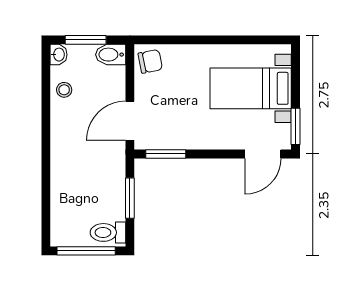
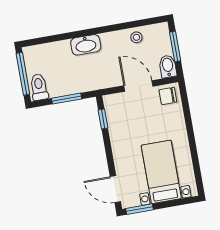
washbasin: (59, 55) -> (86, 45), moved, width x1.91, depth x1.45
chair: (150, 61) -> (168, 96), turned 101
door: (130, 121) -> (138, 86), moved
window: (166, 154) -> (103, 119), width x0.67

